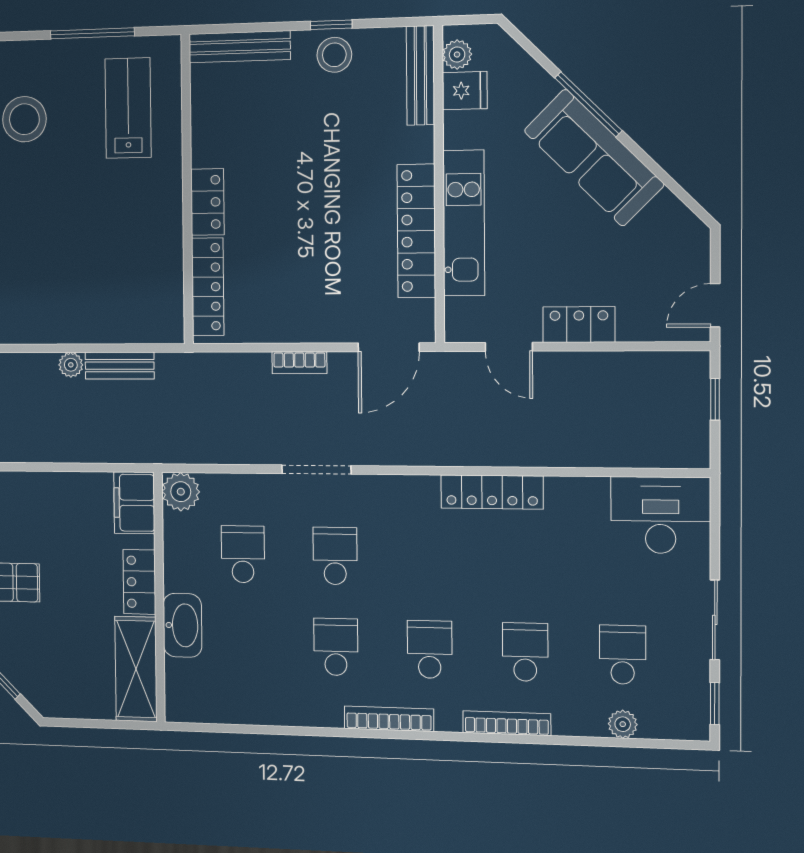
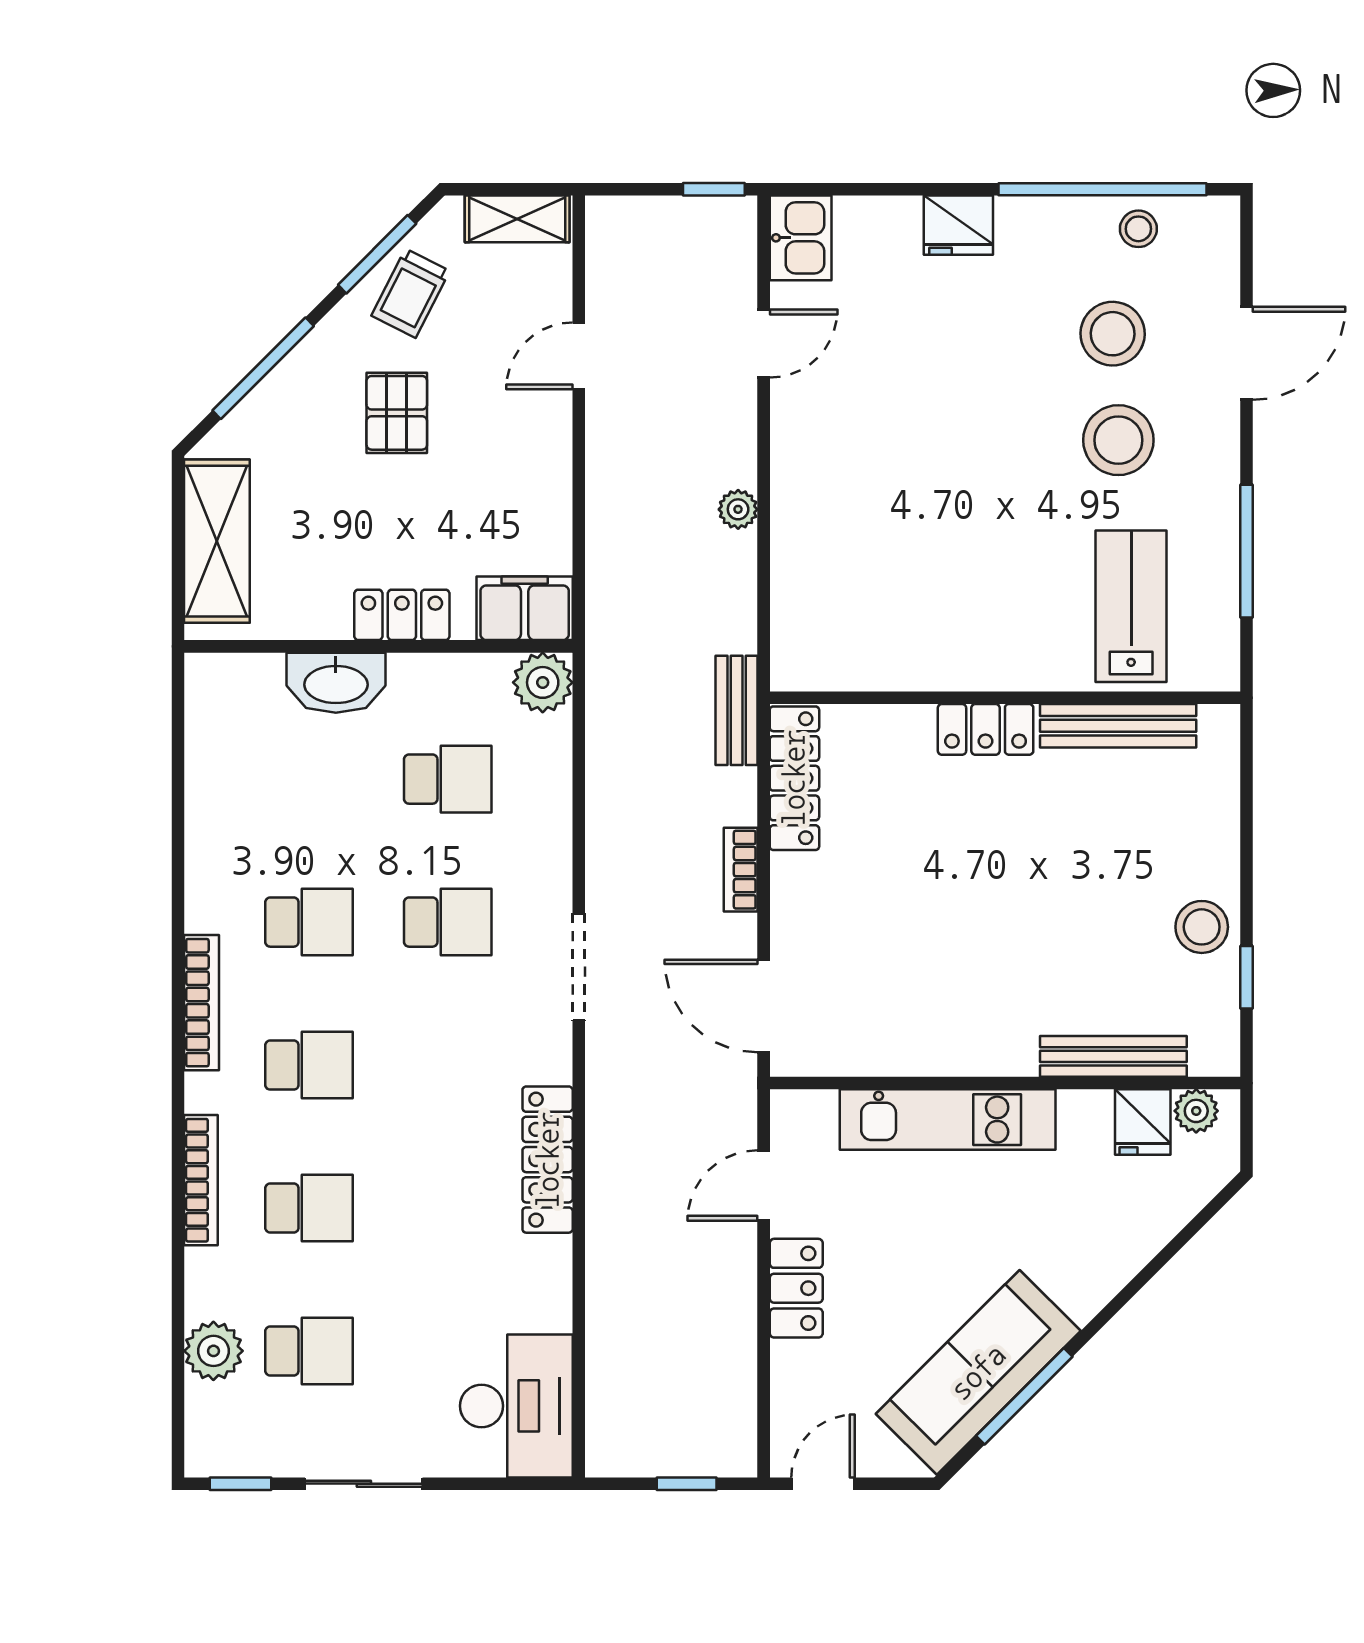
window: (331, 25) -> (1247, 977), moved
bench: (240, 47) -> (1118, 726), moved, turned 90
bench: (420, 75) -> (1113, 1056), moved
window: (588, 104) -> (1024, 1396), moved
lab bench: (128, 108) -> (1131, 606), turned -90
sofa: (594, 158) -> (978, 1372), moved
locker: (416, 231) -> (937, 1049), removed
locker: (208, 287) -> (794, 778), moved, turned -90
door: (715, 305) -> (823, 1484), hinge flipped
bench: (120, 366) -> (737, 710), moved
doorway: (316, 470) -> (579, 967), moved
shelving: (136, 669) -> (217, 541), moved, turned 90
plant: (623, 724) -> (213, 1351), width x1.38, depth x1.38

